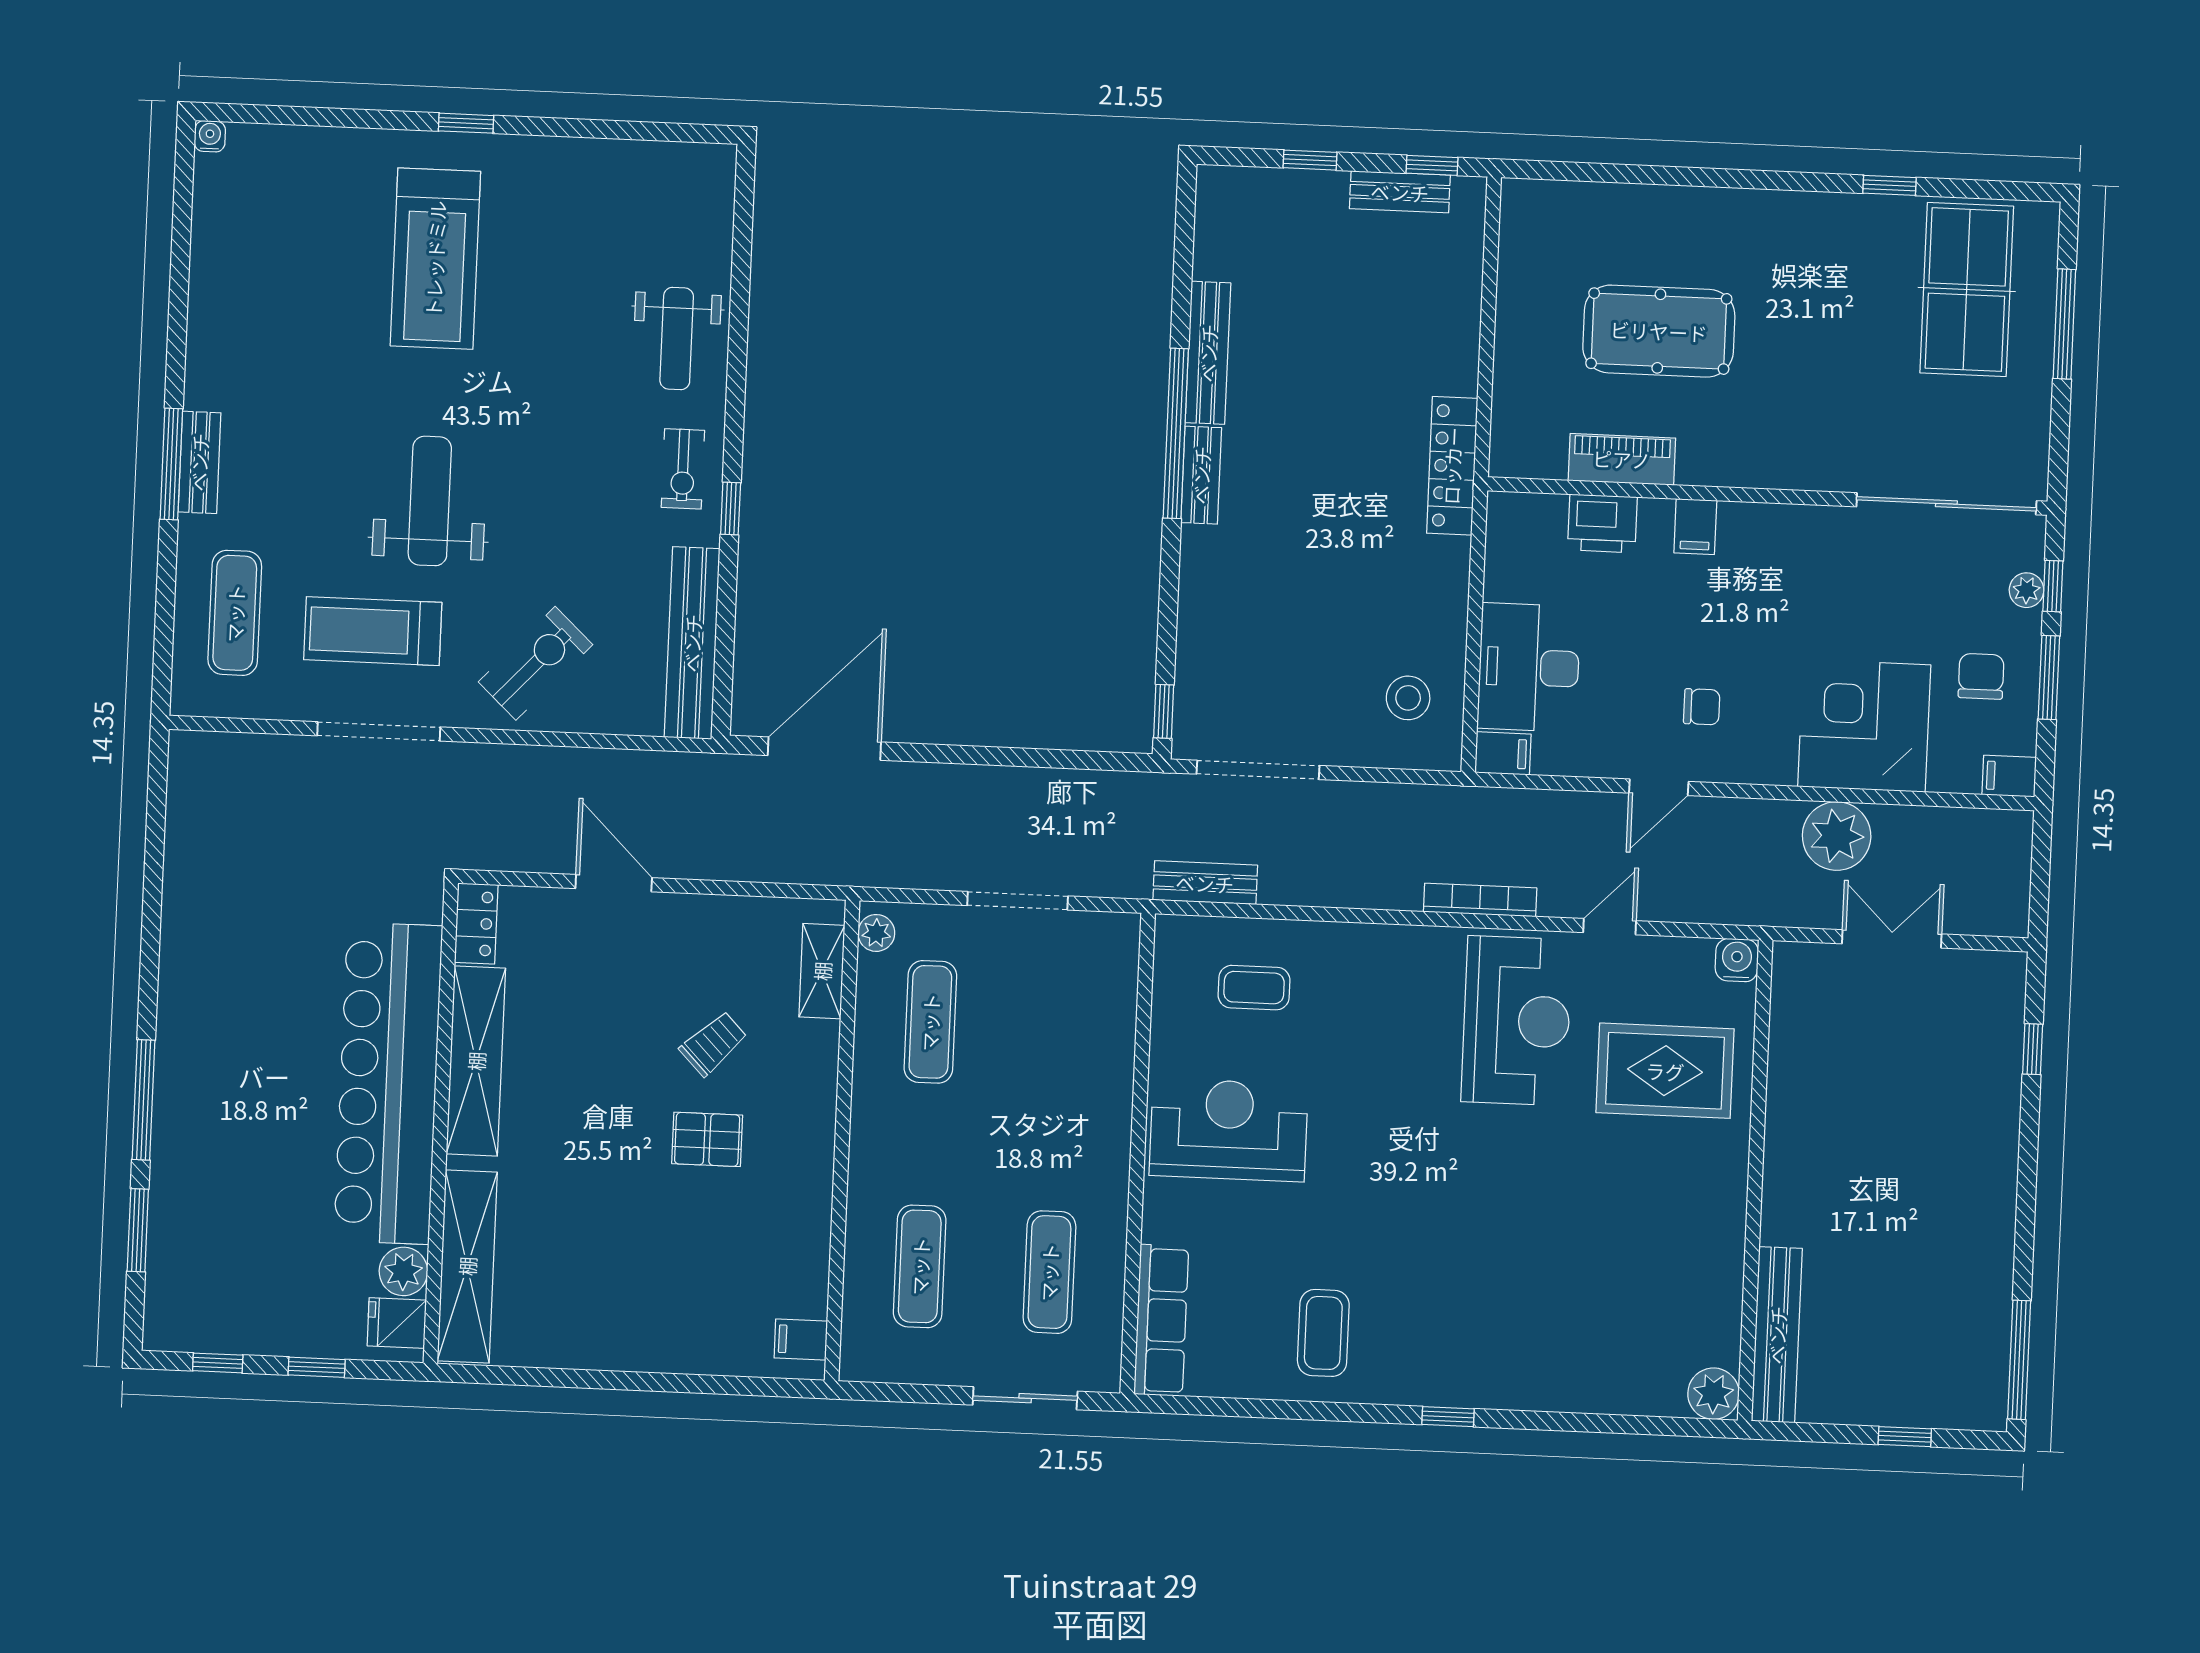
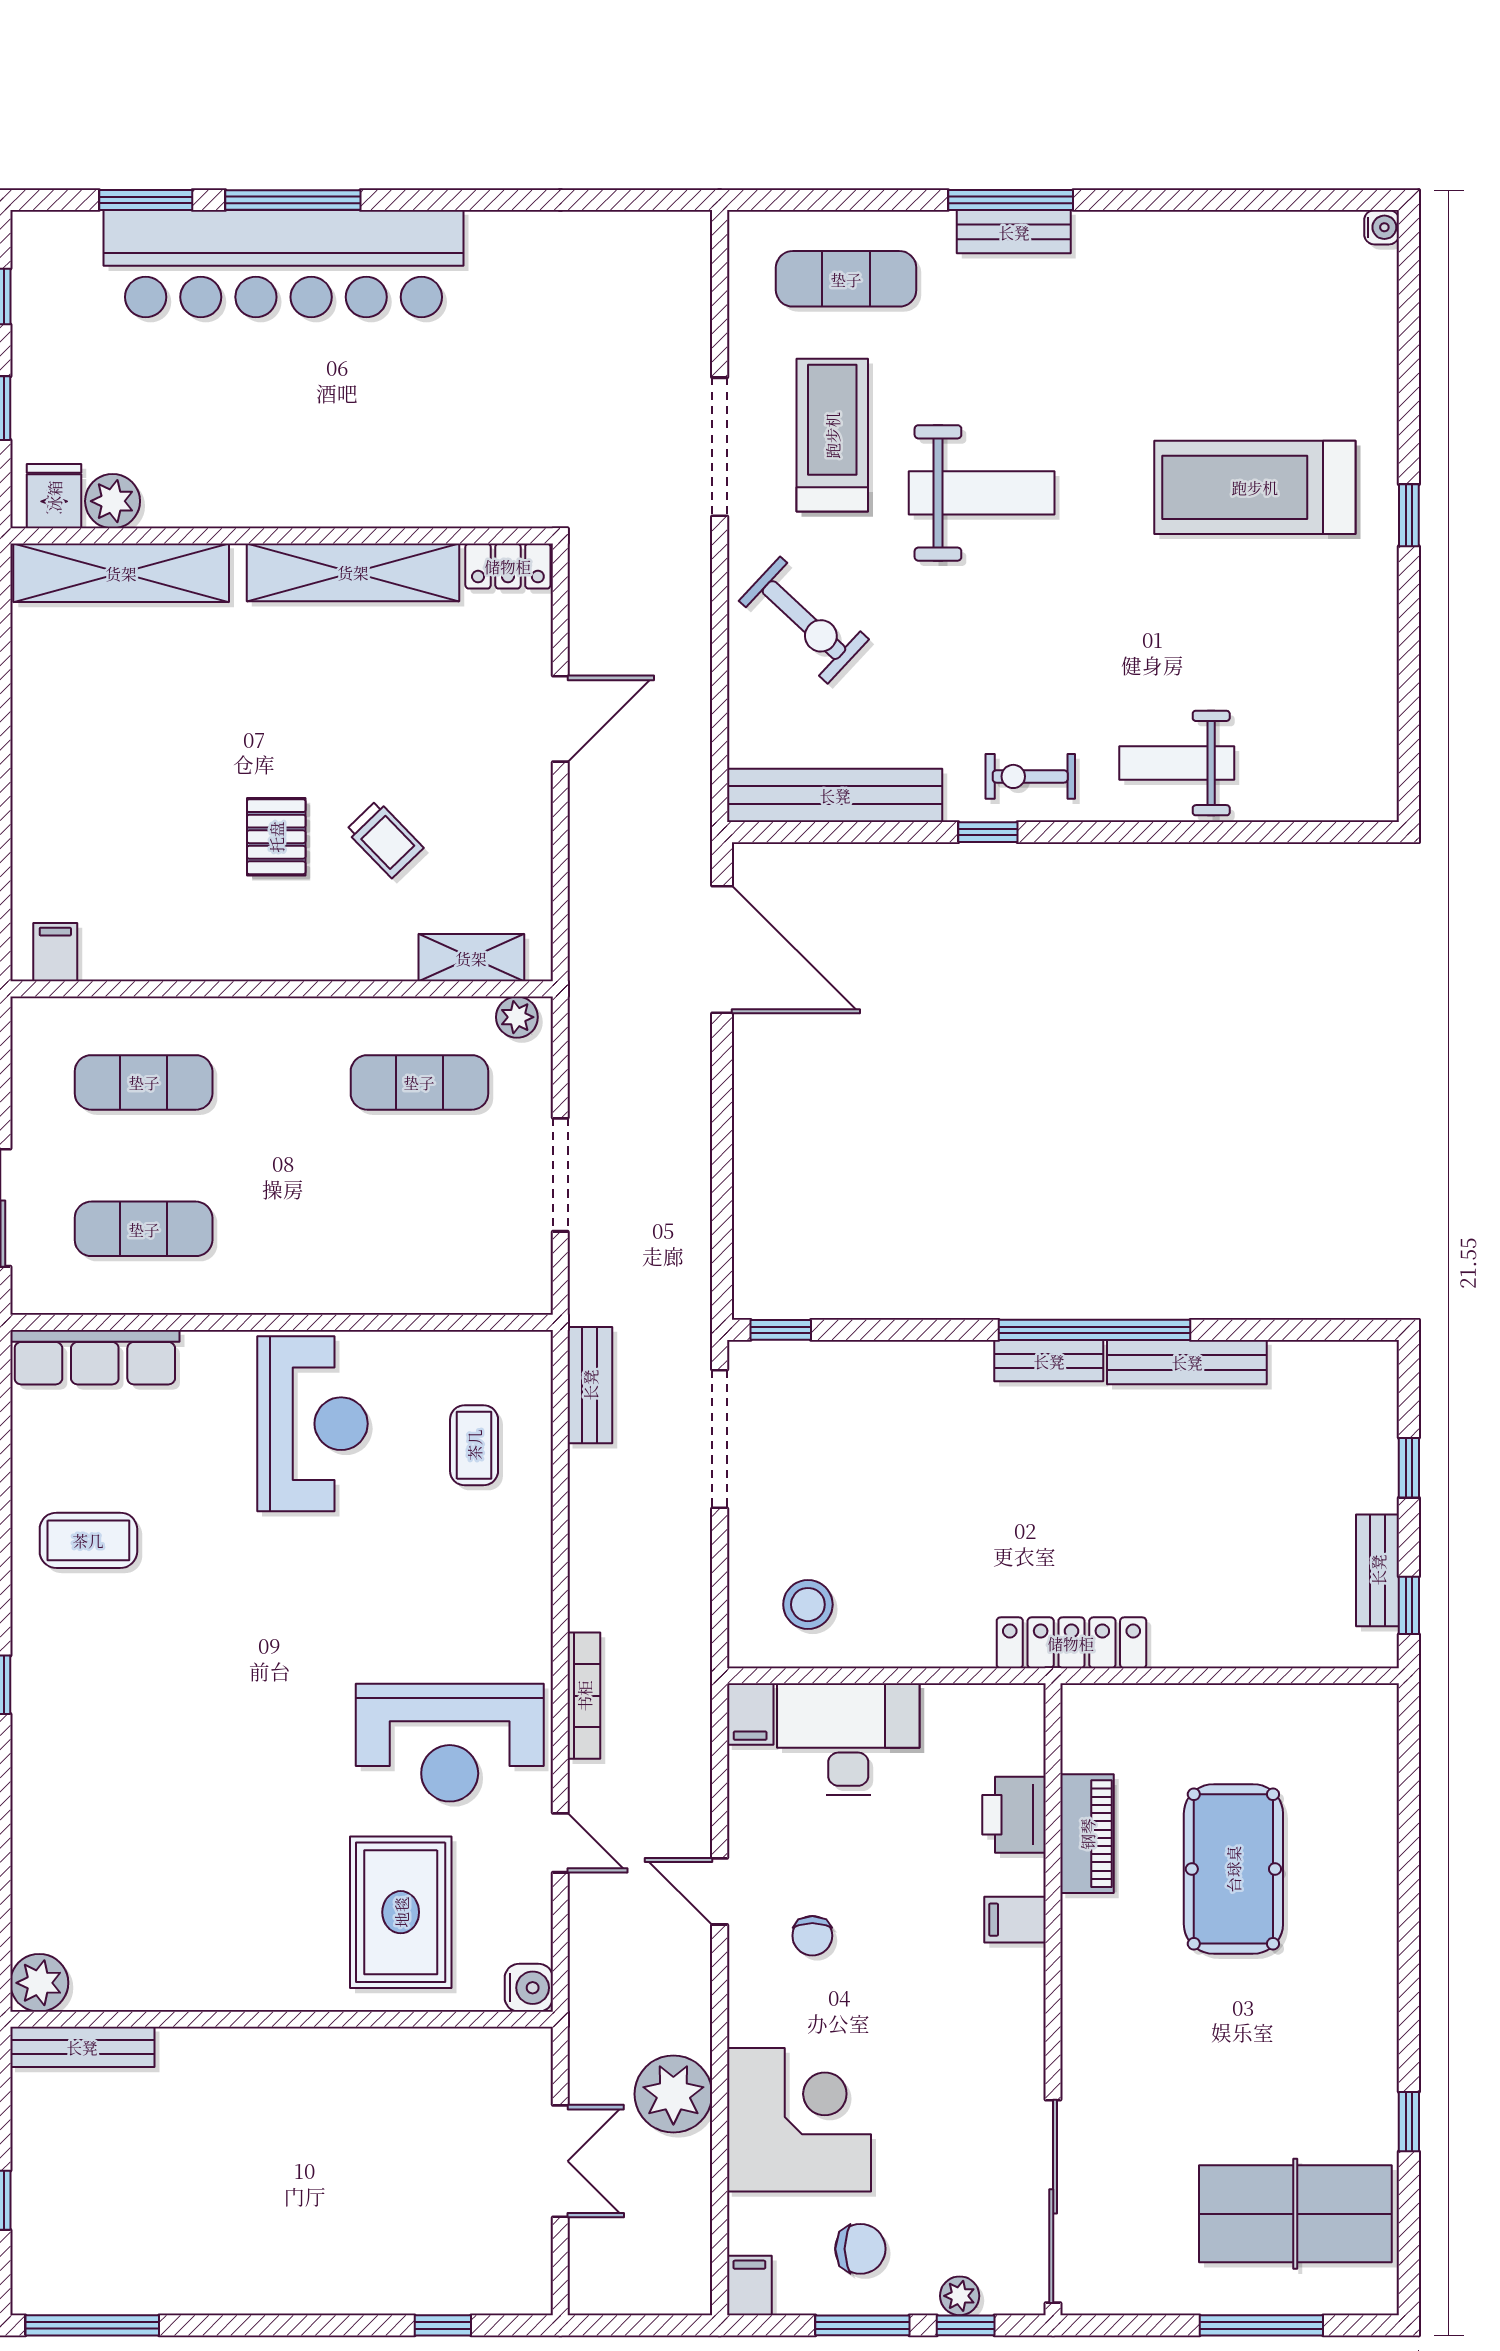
bar counter: (388, 1083) -> (284, 264), moved, turned 180
bench: (1777, 1335) -> (82, 2047), width x0.73, depth x0.82

